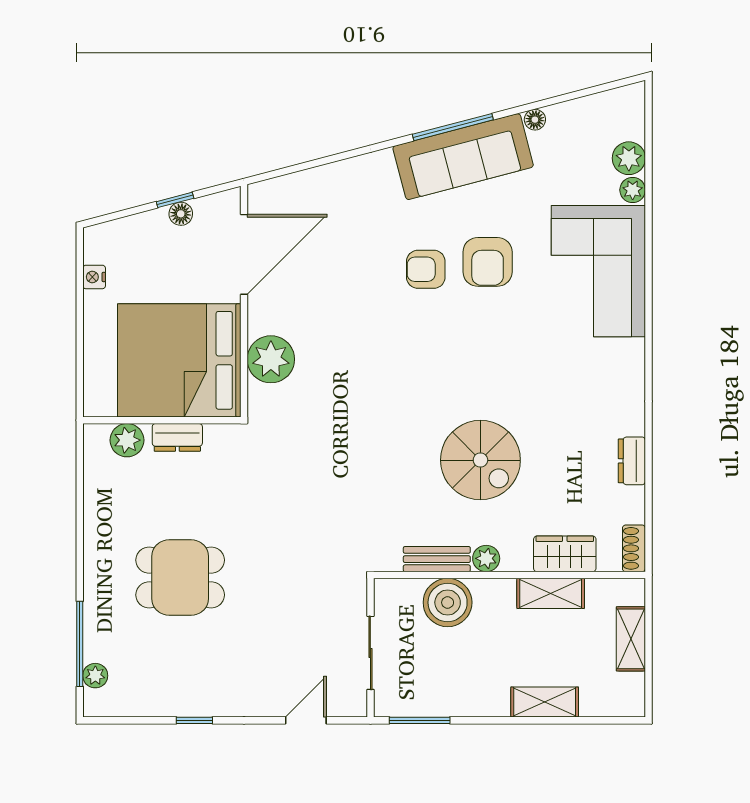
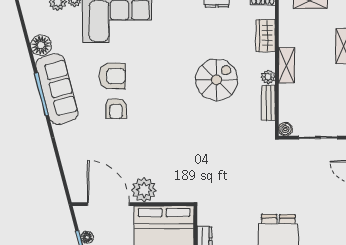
floor lamp: (535, 120) -> (41, 45), width x1.89, depth x1.89
plant: (271, 359) -> (144, 190), moved
shelving: (551, 593) -> (287, 65), moved
boiler: (448, 602) -> (285, 129), moved, width x0.54, depth x0.54

